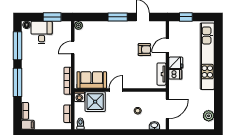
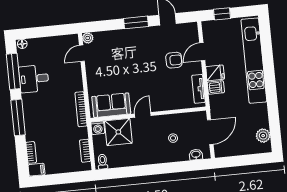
window: (52, 17) -> (53, 31), removed
desk: (42, 32) -> (34, 79), moved, turned -90
door: (73, 48) -> (82, 53), moved

